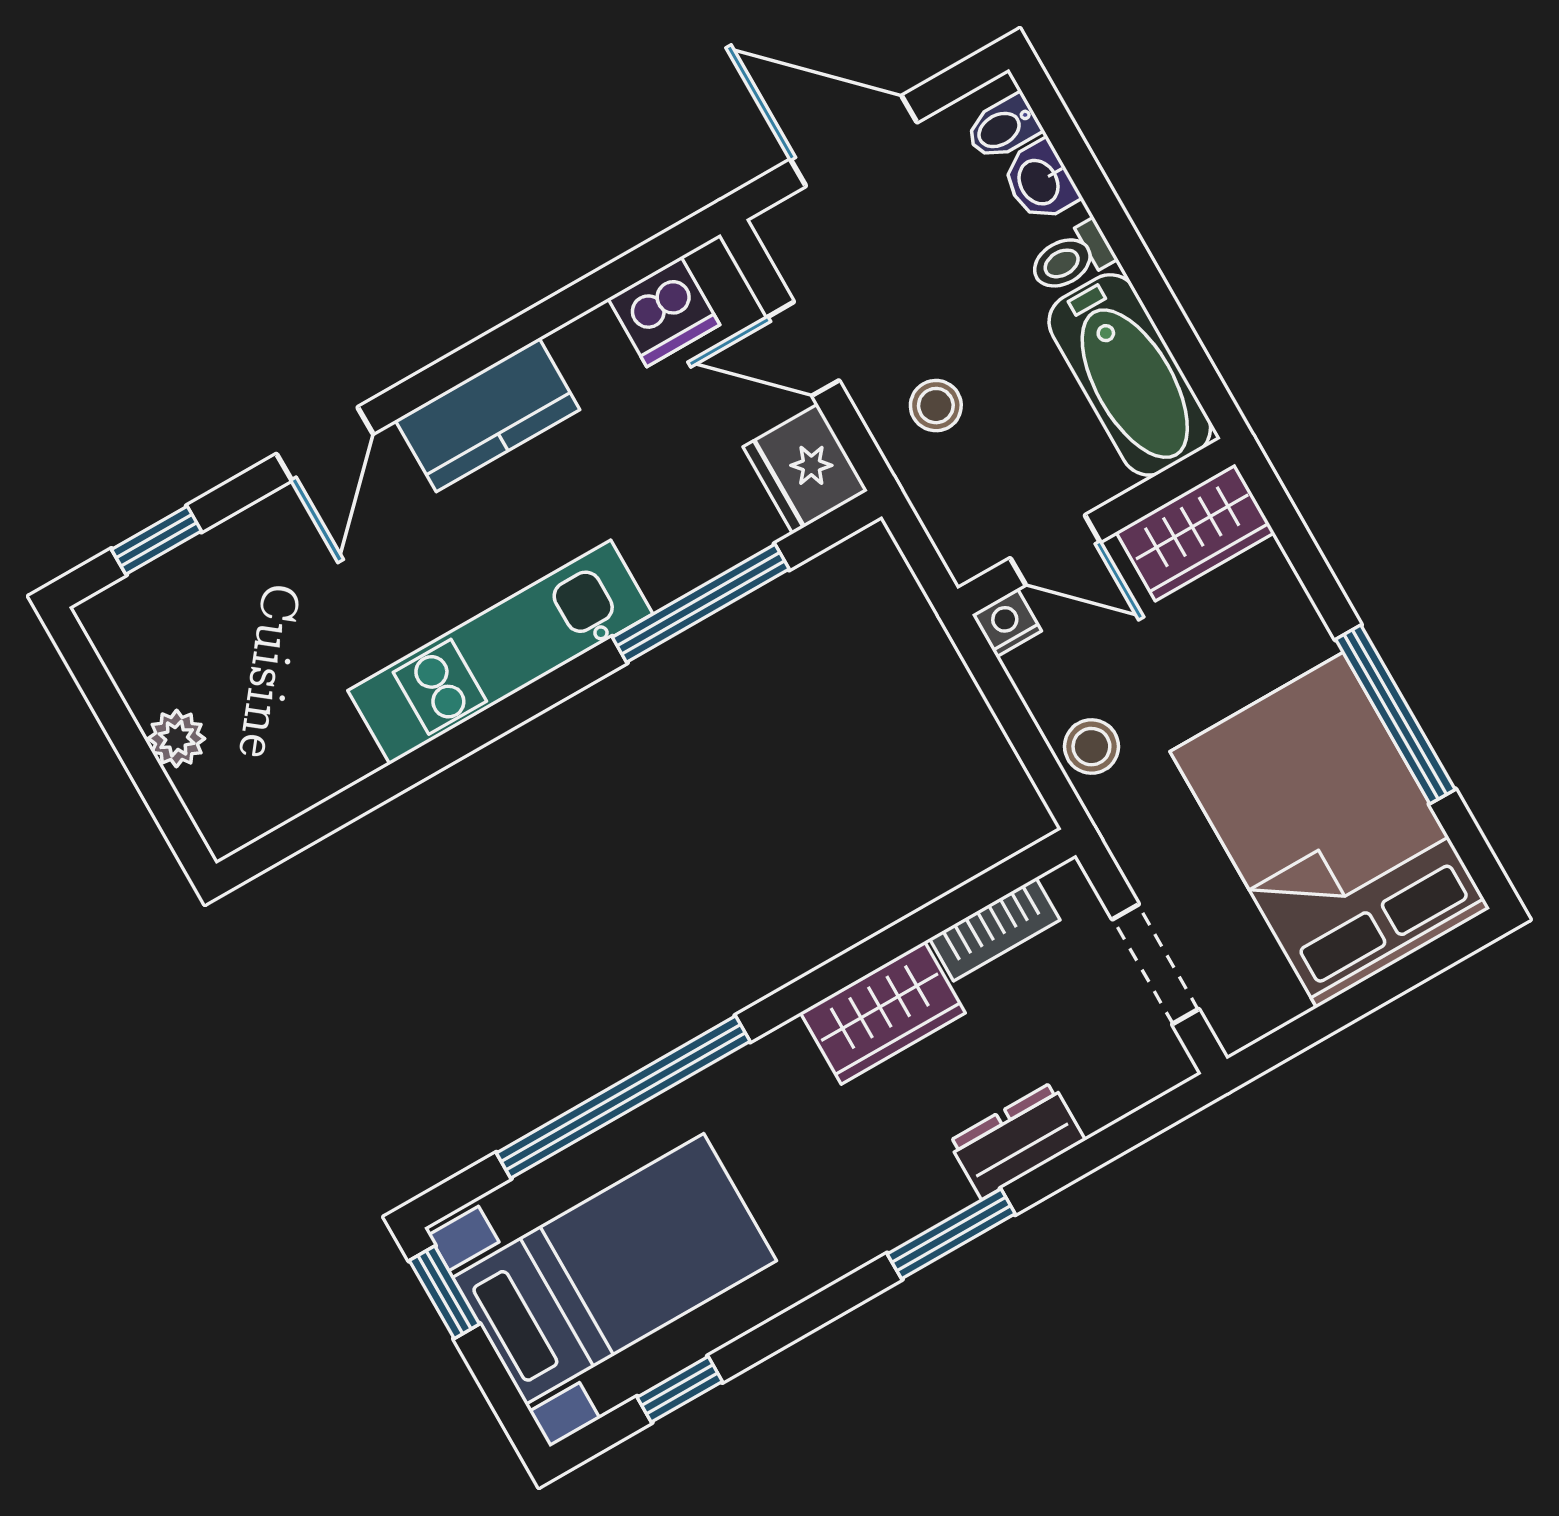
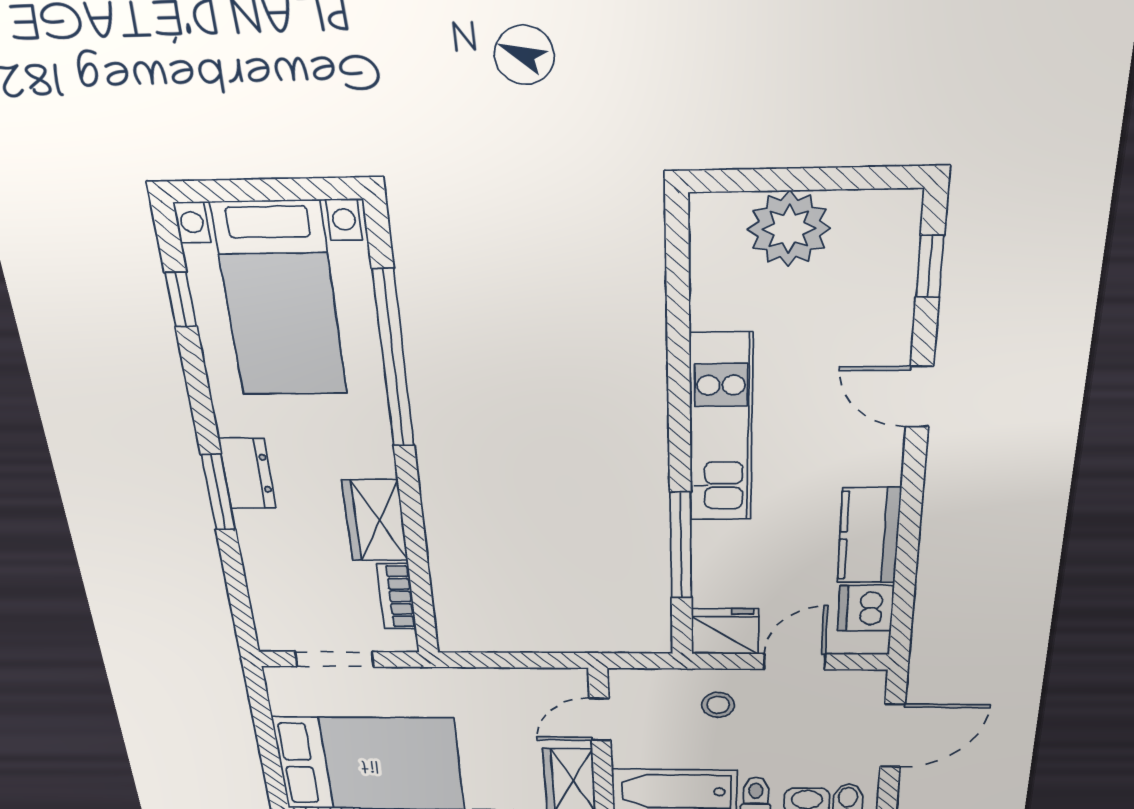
kitchen counter: (488, 415) -> (869, 536), moved
nightstand: (1007, 623) -> (573, 681), removed
plant: (177, 739) -> (789, 229), width x1.87, depth x1.87
stool: (1091, 747) -> (478, 686), removed
dresser: (1017, 1141) -> (247, 473), moved
window: (444, 1292) -> (312, 189), removed

